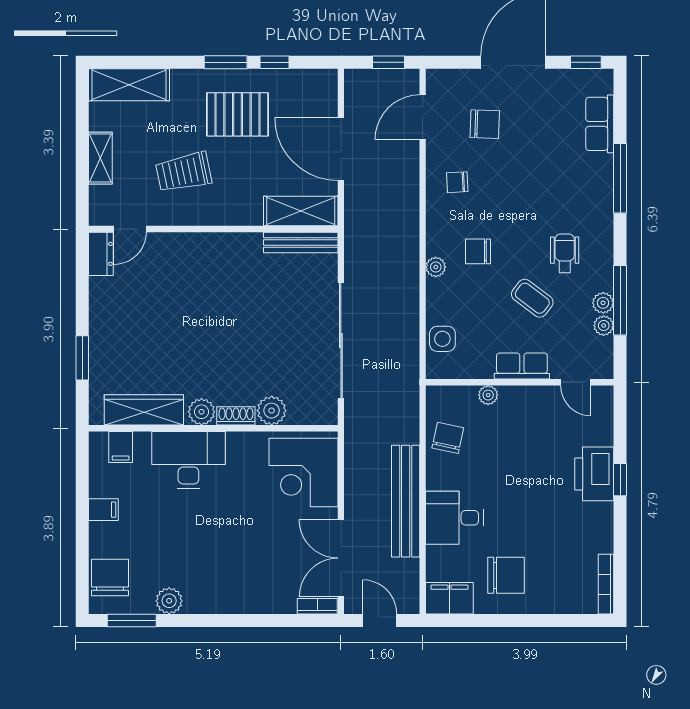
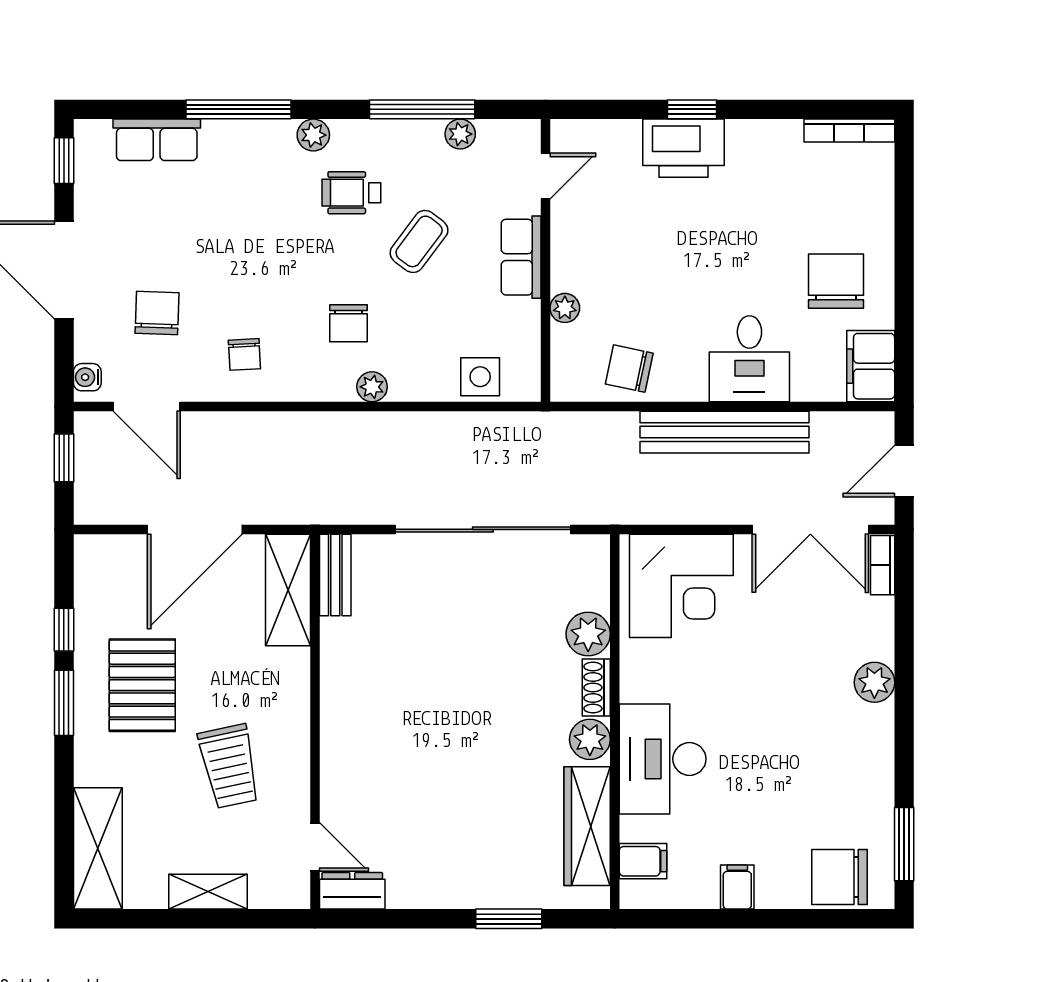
water cooler: (442, 78) -> (87, 377), added
bench: (301, 242) -> (335, 575), width x0.73
plant: (603, 303) -> (313, 135), moved
plant: (169, 601) -> (874, 682), moved

